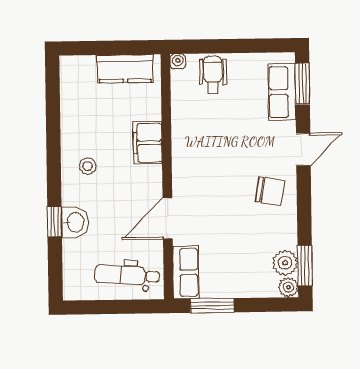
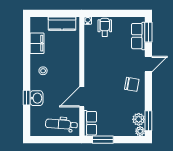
filing cabinet: (148, 143) -> (37, 43), moved, turned 180

